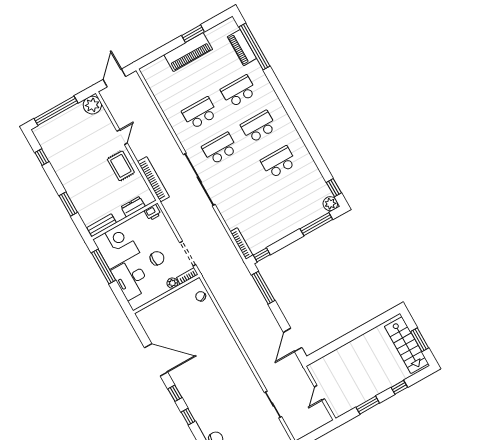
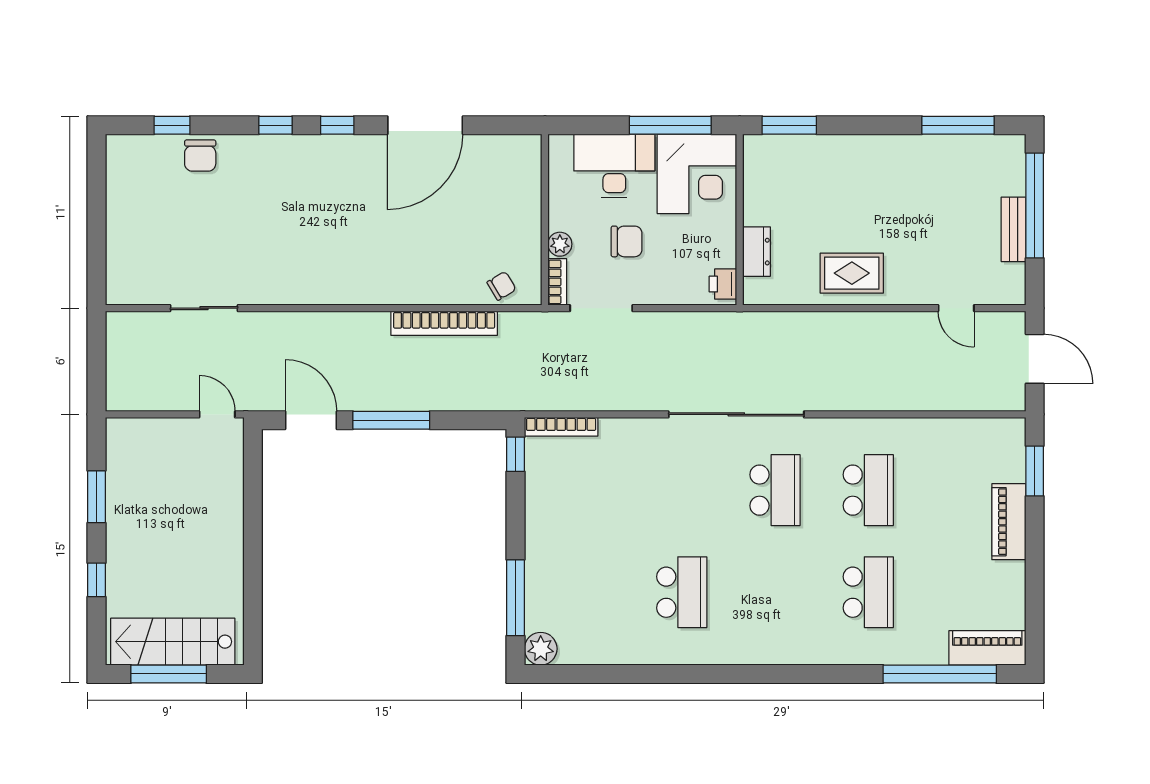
window: (193, 34) -> (1035, 471), moved
piano: (242, 48) -> (987, 648), moved
piano: (188, 52) -> (1009, 522), width x0.73, depth x0.75
plant: (92, 105) -> (1005, 285), removed
school desk: (259, 127) -> (775, 592), removed
door: (122, 137) -> (956, 308), moved
window: (42, 157) -> (958, 125), width x2.17
bookcase: (153, 179) -> (444, 323), moved
window: (334, 188) -> (569, 674), removed
window: (68, 204) -> (789, 125), moved
bench: (102, 225) -> (1013, 229), moved
chair: (157, 258) -> (627, 241), turned -90
window: (263, 288) -> (391, 420), moved
window: (420, 340) -> (169, 674), width x1.44
door: (319, 393) -> (217, 414), moved

